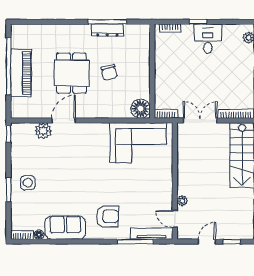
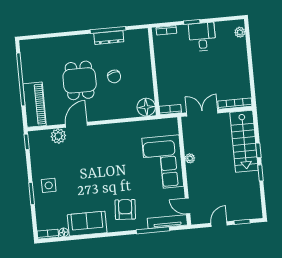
piano: (21, 73) -> (35, 105), moved
corner sofa: (138, 143) -> (163, 162), moved, turned 90
plant: (182, 201) -> (190, 158), moved
armchair: (108, 216) -> (125, 209), turned -86

